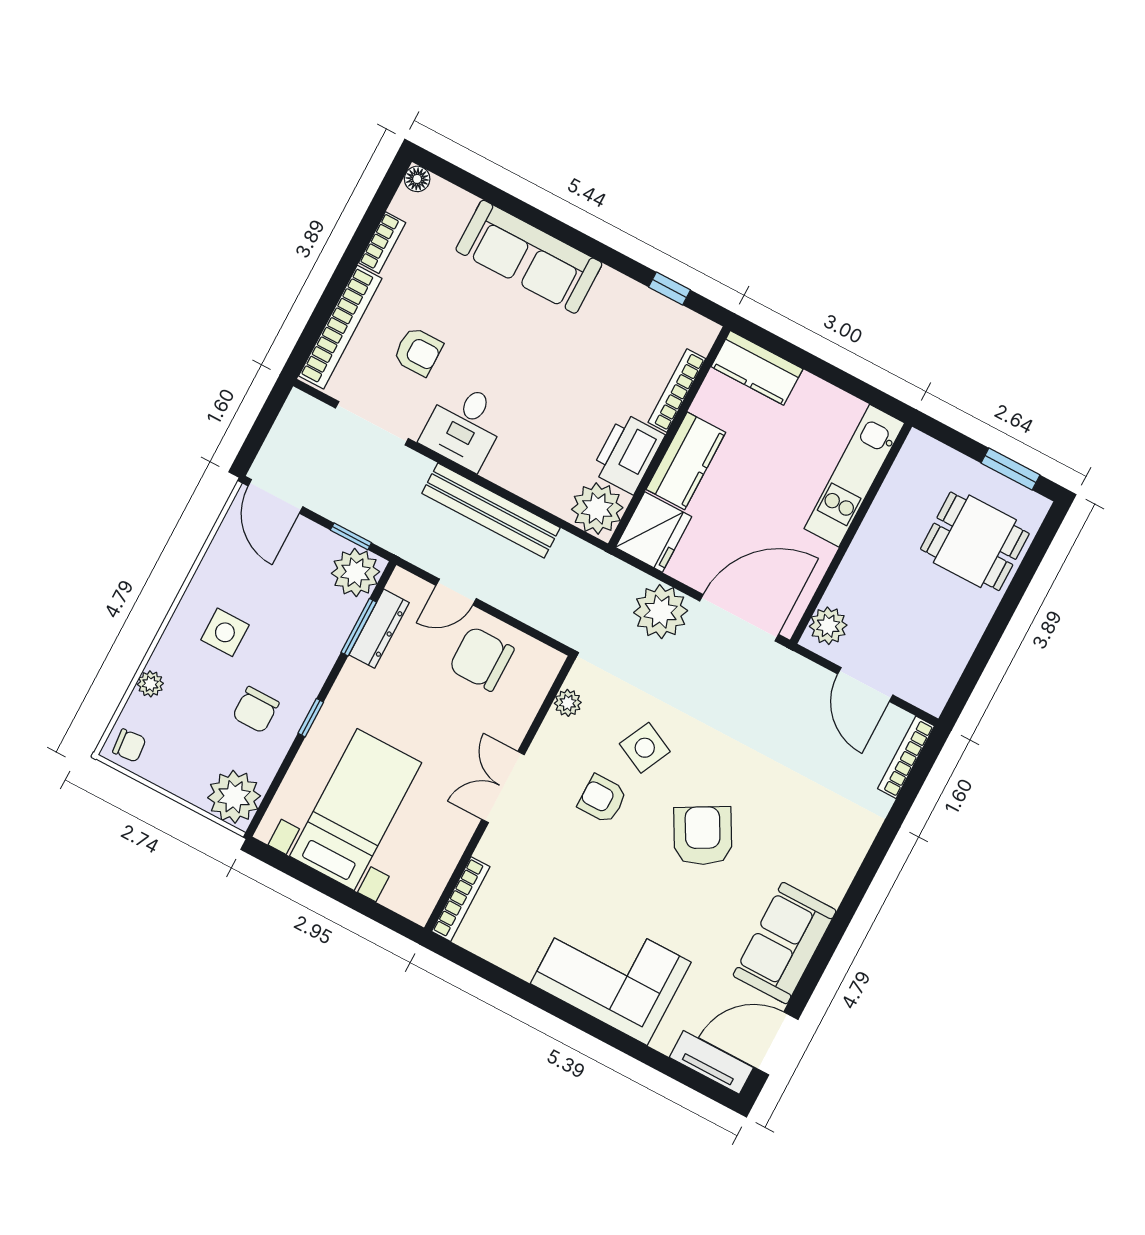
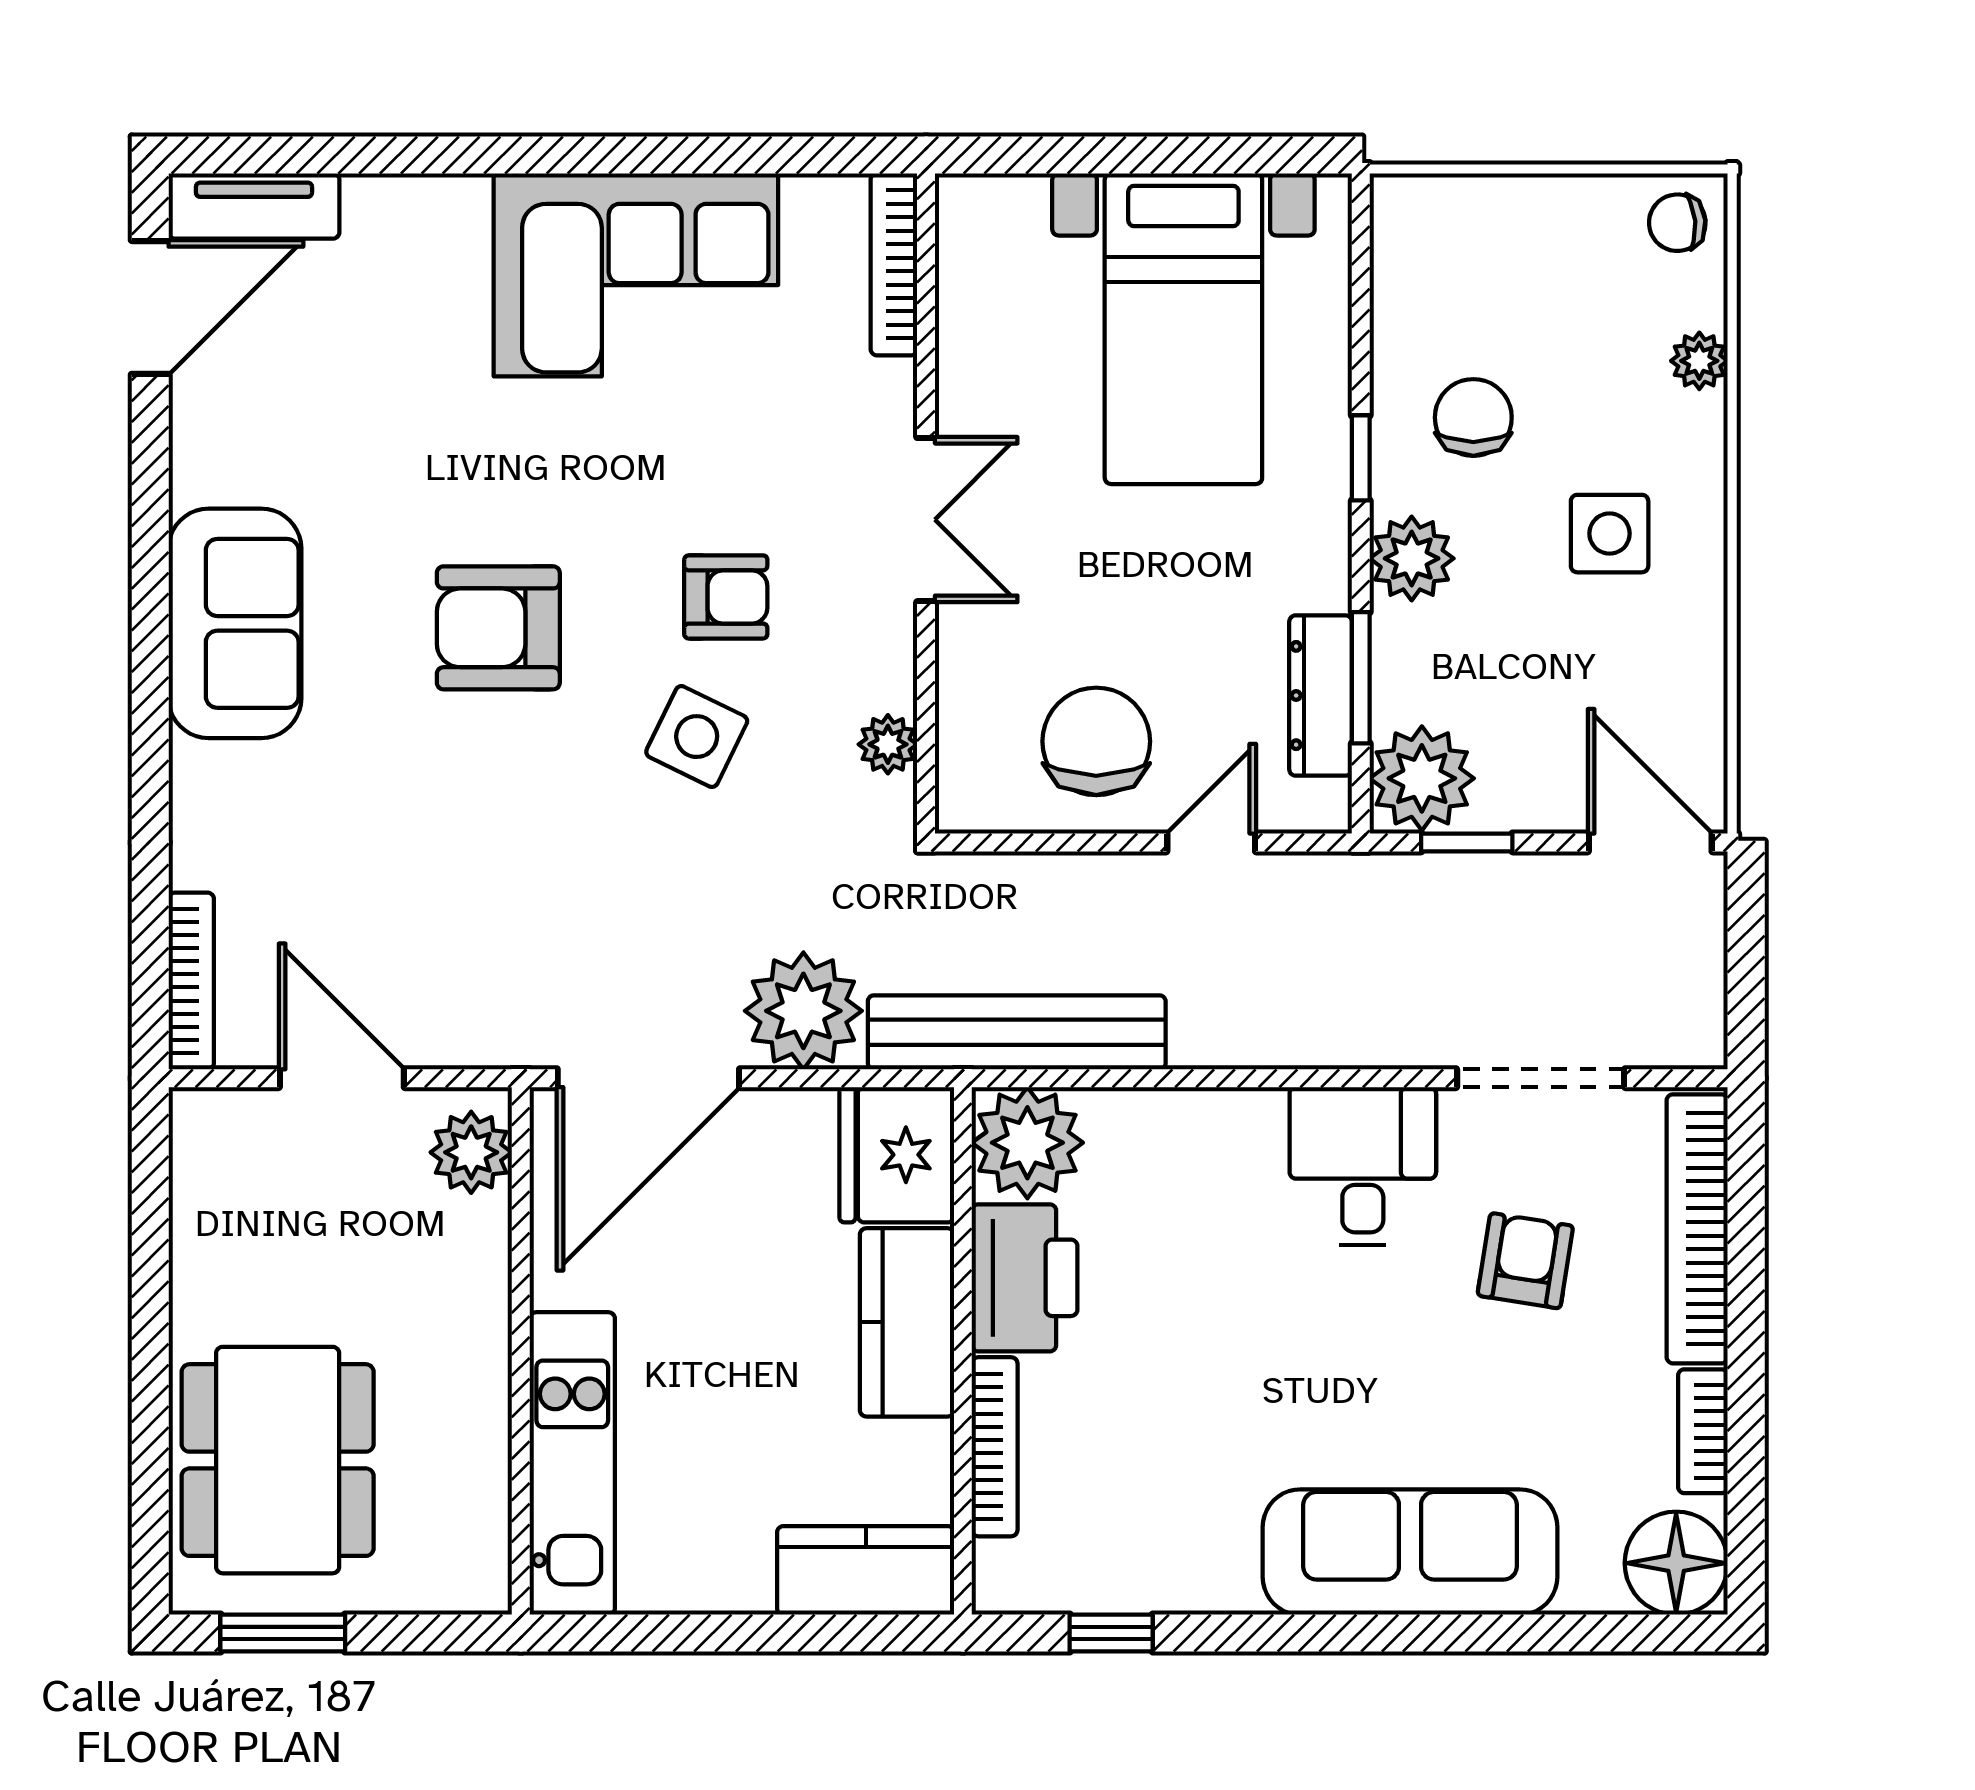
floor lamp: (417, 179) -> (1676, 1563), width x1.89, depth x1.89
armchair: (418, 351) -> (1525, 1261), turned 99
bench: (491, 510) -> (1017, 1032), moved
dining table: (975, 541) -> (278, 1460), width x1.38
chair: (481, 659) -> (1096, 741), turned -90
plant: (234, 797) -> (1412, 558), moved, width x0.73, depth x0.73
armchair: (703, 836) -> (498, 628), turned 119
sofa: (785, 943) -> (235, 623), moved
corner sofa: (611, 973) -> (636, 275), moved

